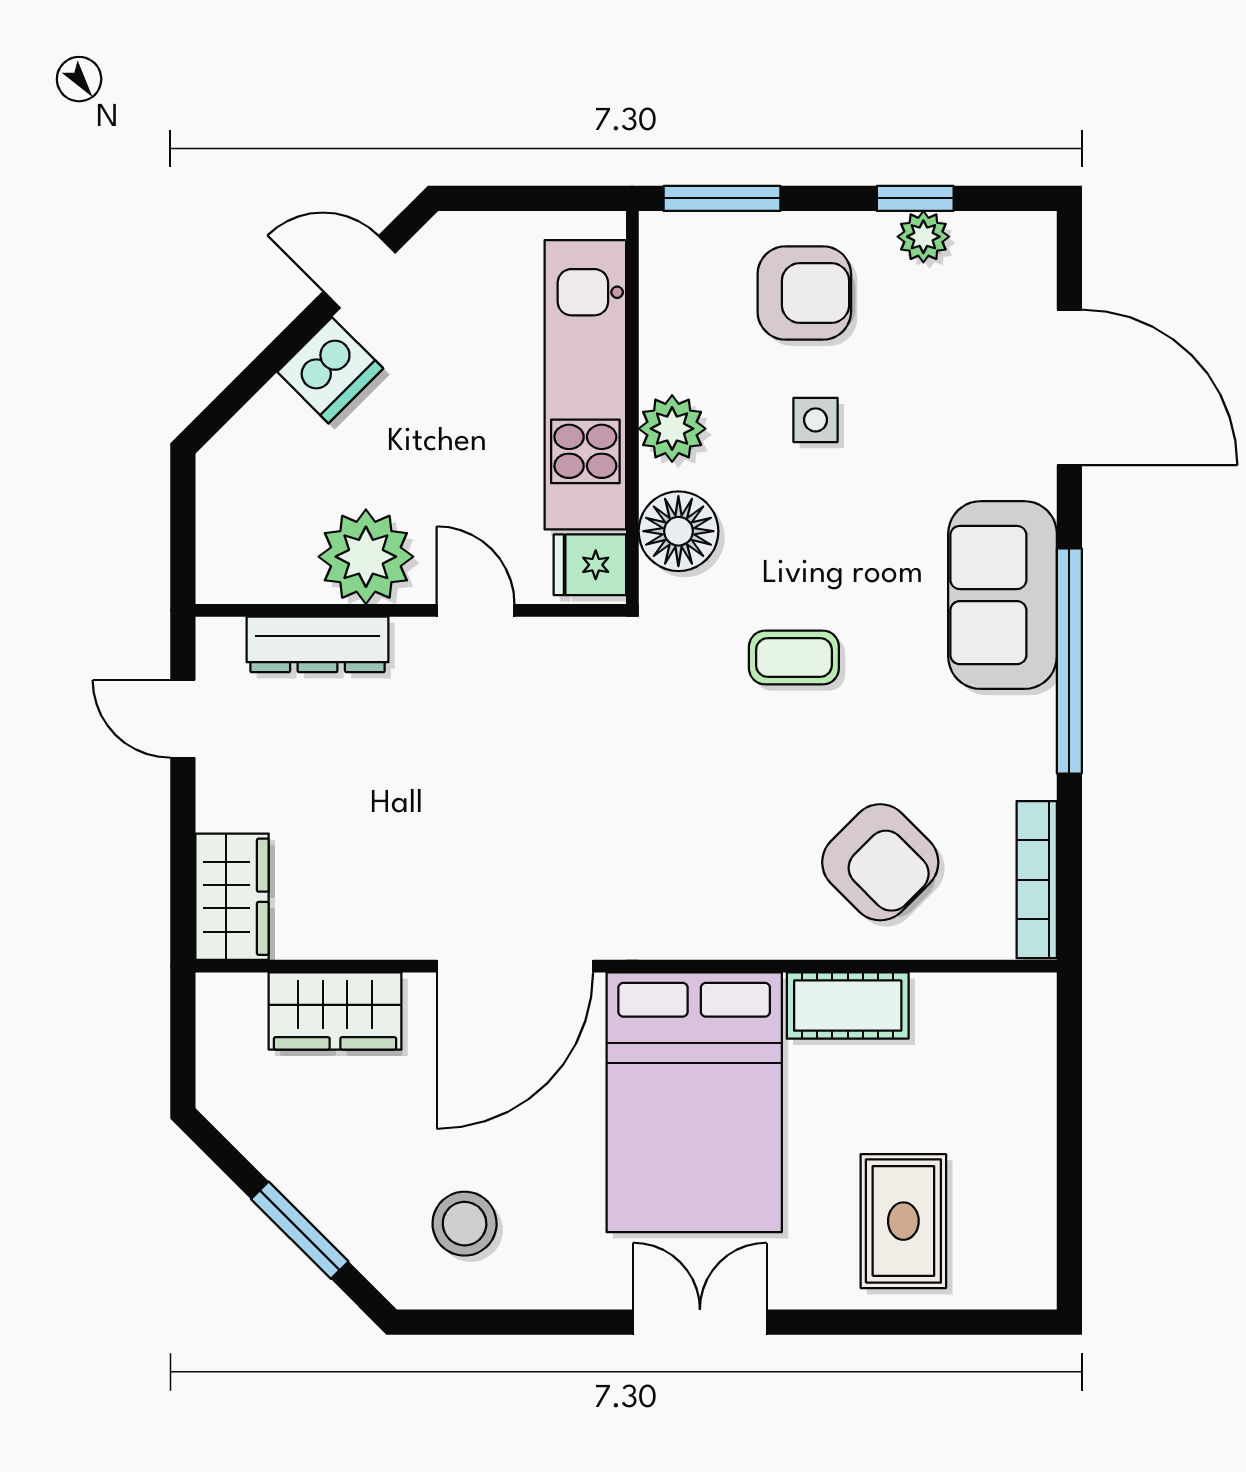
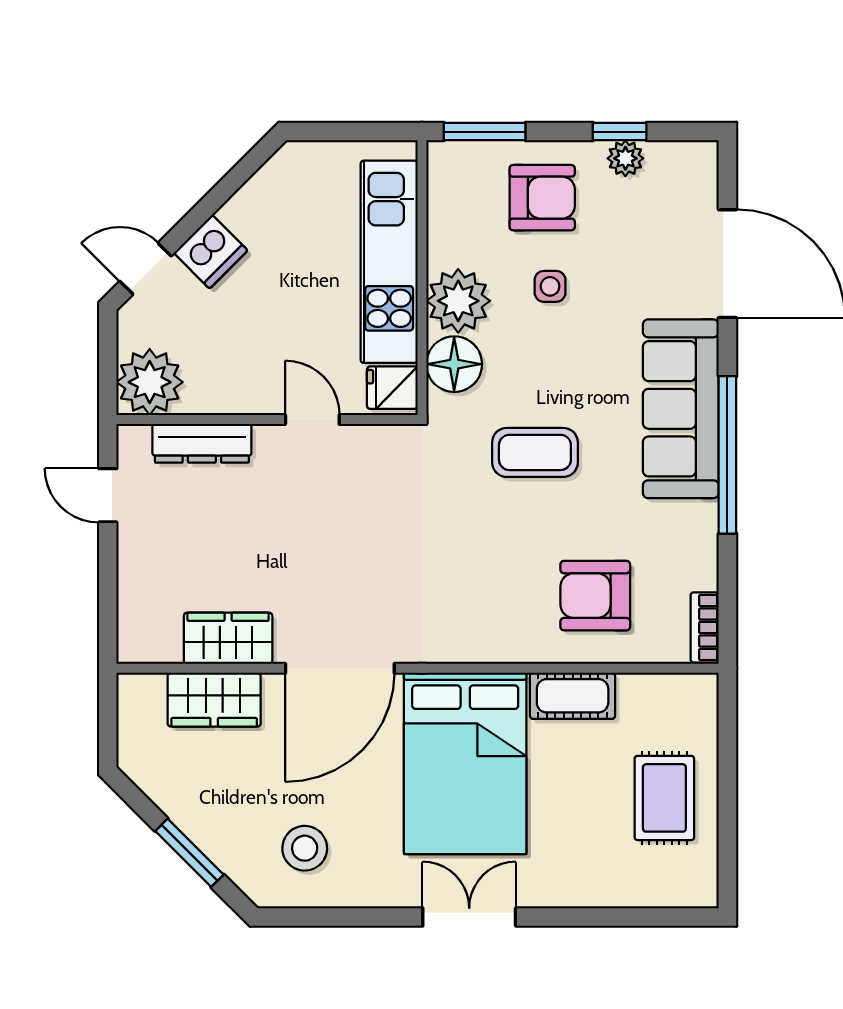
door: (359, 272) -> (145, 269), moved
plant: (672, 429) -> (458, 301), width x1.36, depth x1.36
plant: (366, 557) -> (150, 382), moved
sofa: (1002, 595) -> (681, 409), width x1.36
coffee table: (794, 657) -> (535, 452), width x1.36, depth x1.30
armchair: (880, 862) -> (595, 596), turned 135
bookcase: (1037, 880) -> (705, 628), width x0.64
wardrobe: (232, 897) -> (228, 638), moved, turned -90
rug: (903, 1221) -> (664, 798), moved

